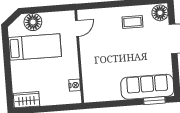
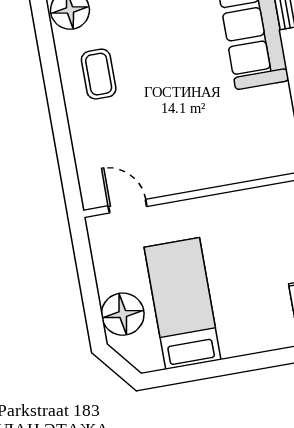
nightstand: (75, 85) -> (265, 198), removed

